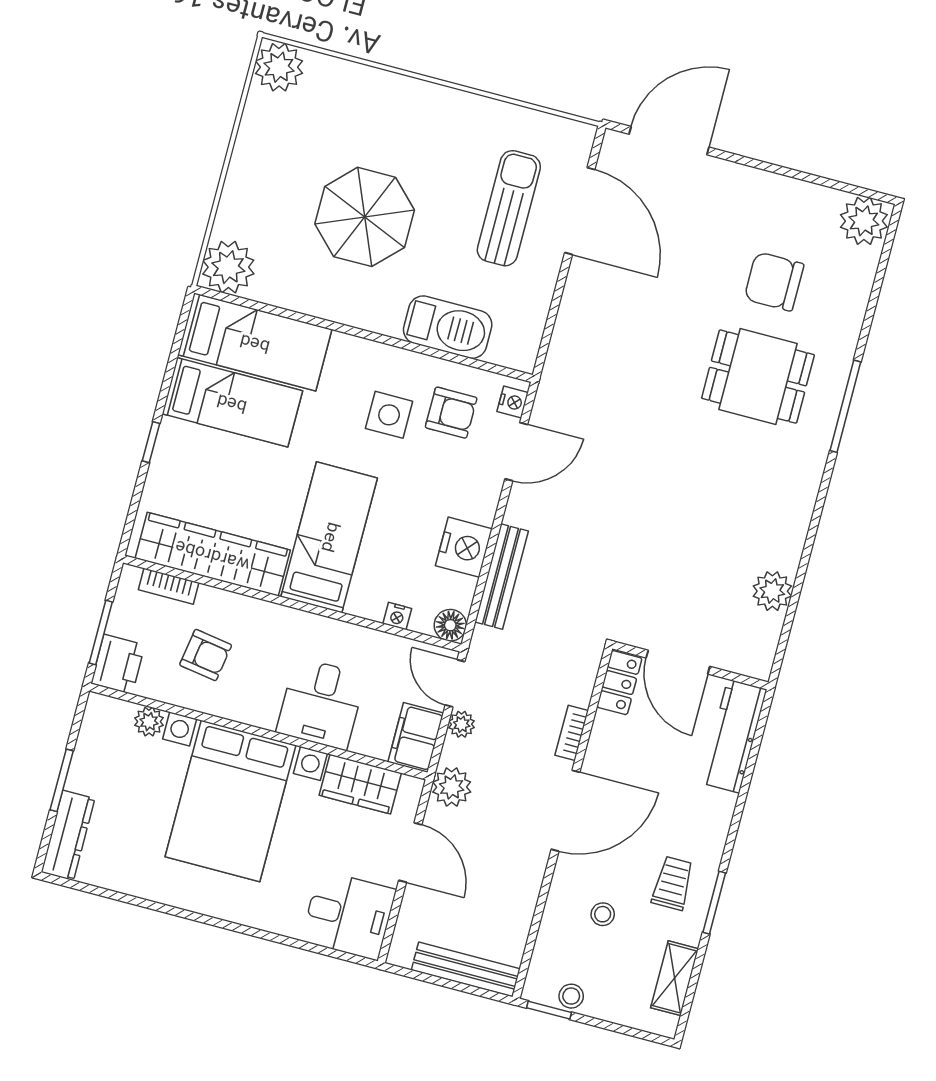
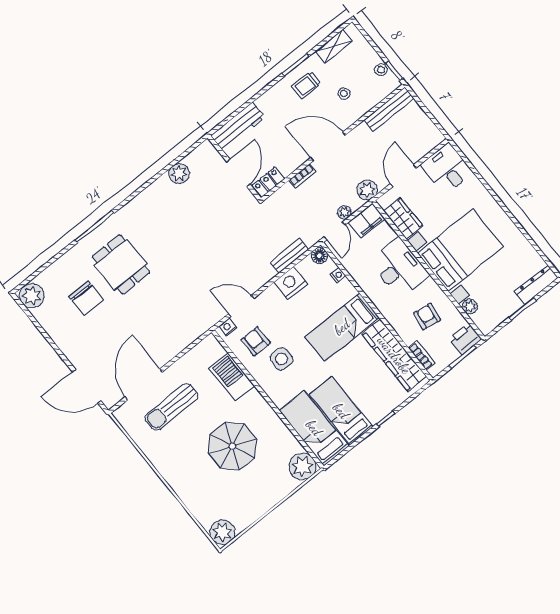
bench: (502, 576) -> (289, 256), width x0.73
desk: (321, 704) -> (399, 268), width x1.37
bench: (466, 969) -> (389, 109), moved, turned 90

